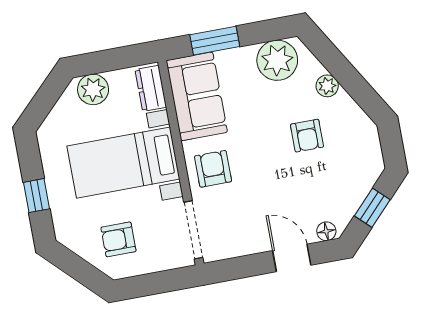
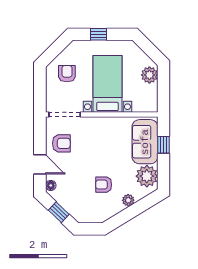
window: (215, 41) -> (164, 145), width x0.67
dresser: (151, 88) -> (144, 106), removed
sofa: (197, 96) -> (145, 142), moved, turned 90
armchair: (213, 169) -> (61, 143), moved
door: (292, 258) -> (40, 164), hinge flipped

